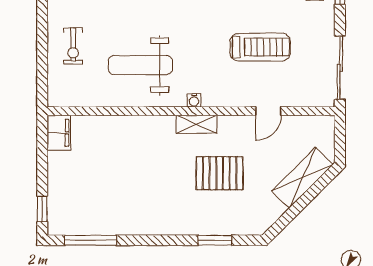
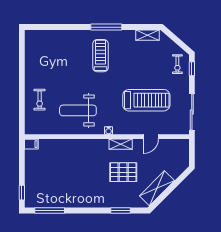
treadmill: (260, 47) -> (146, 100), width x1.37, depth x1.38
shelving: (197, 124) -> (121, 144), moved
filing cabinet: (59, 133) -> (31, 144), width x0.50
shelving: (302, 178) -> (157, 188), moved

